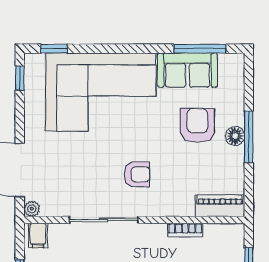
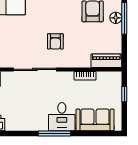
armchair: (137, 174) -> (55, 41), turned 90

